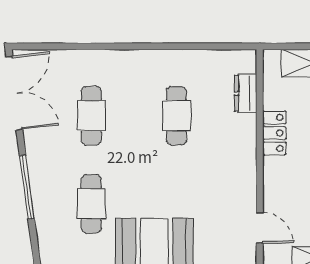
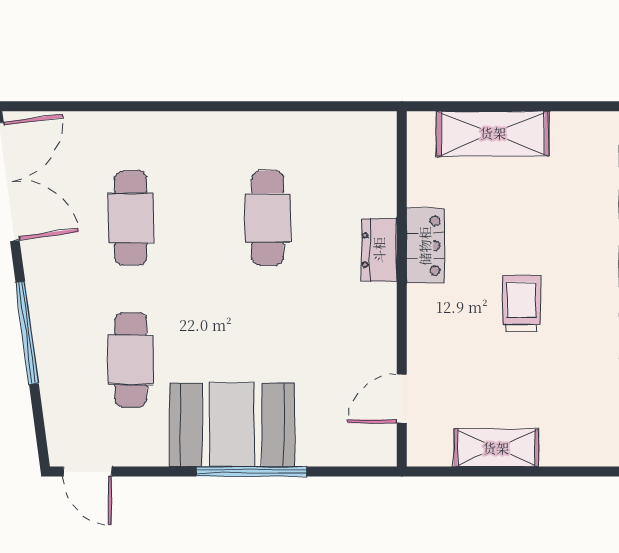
dresser: (246, 93) -> (379, 250), moved
door: (260, 228) -> (402, 399), swing flipped

